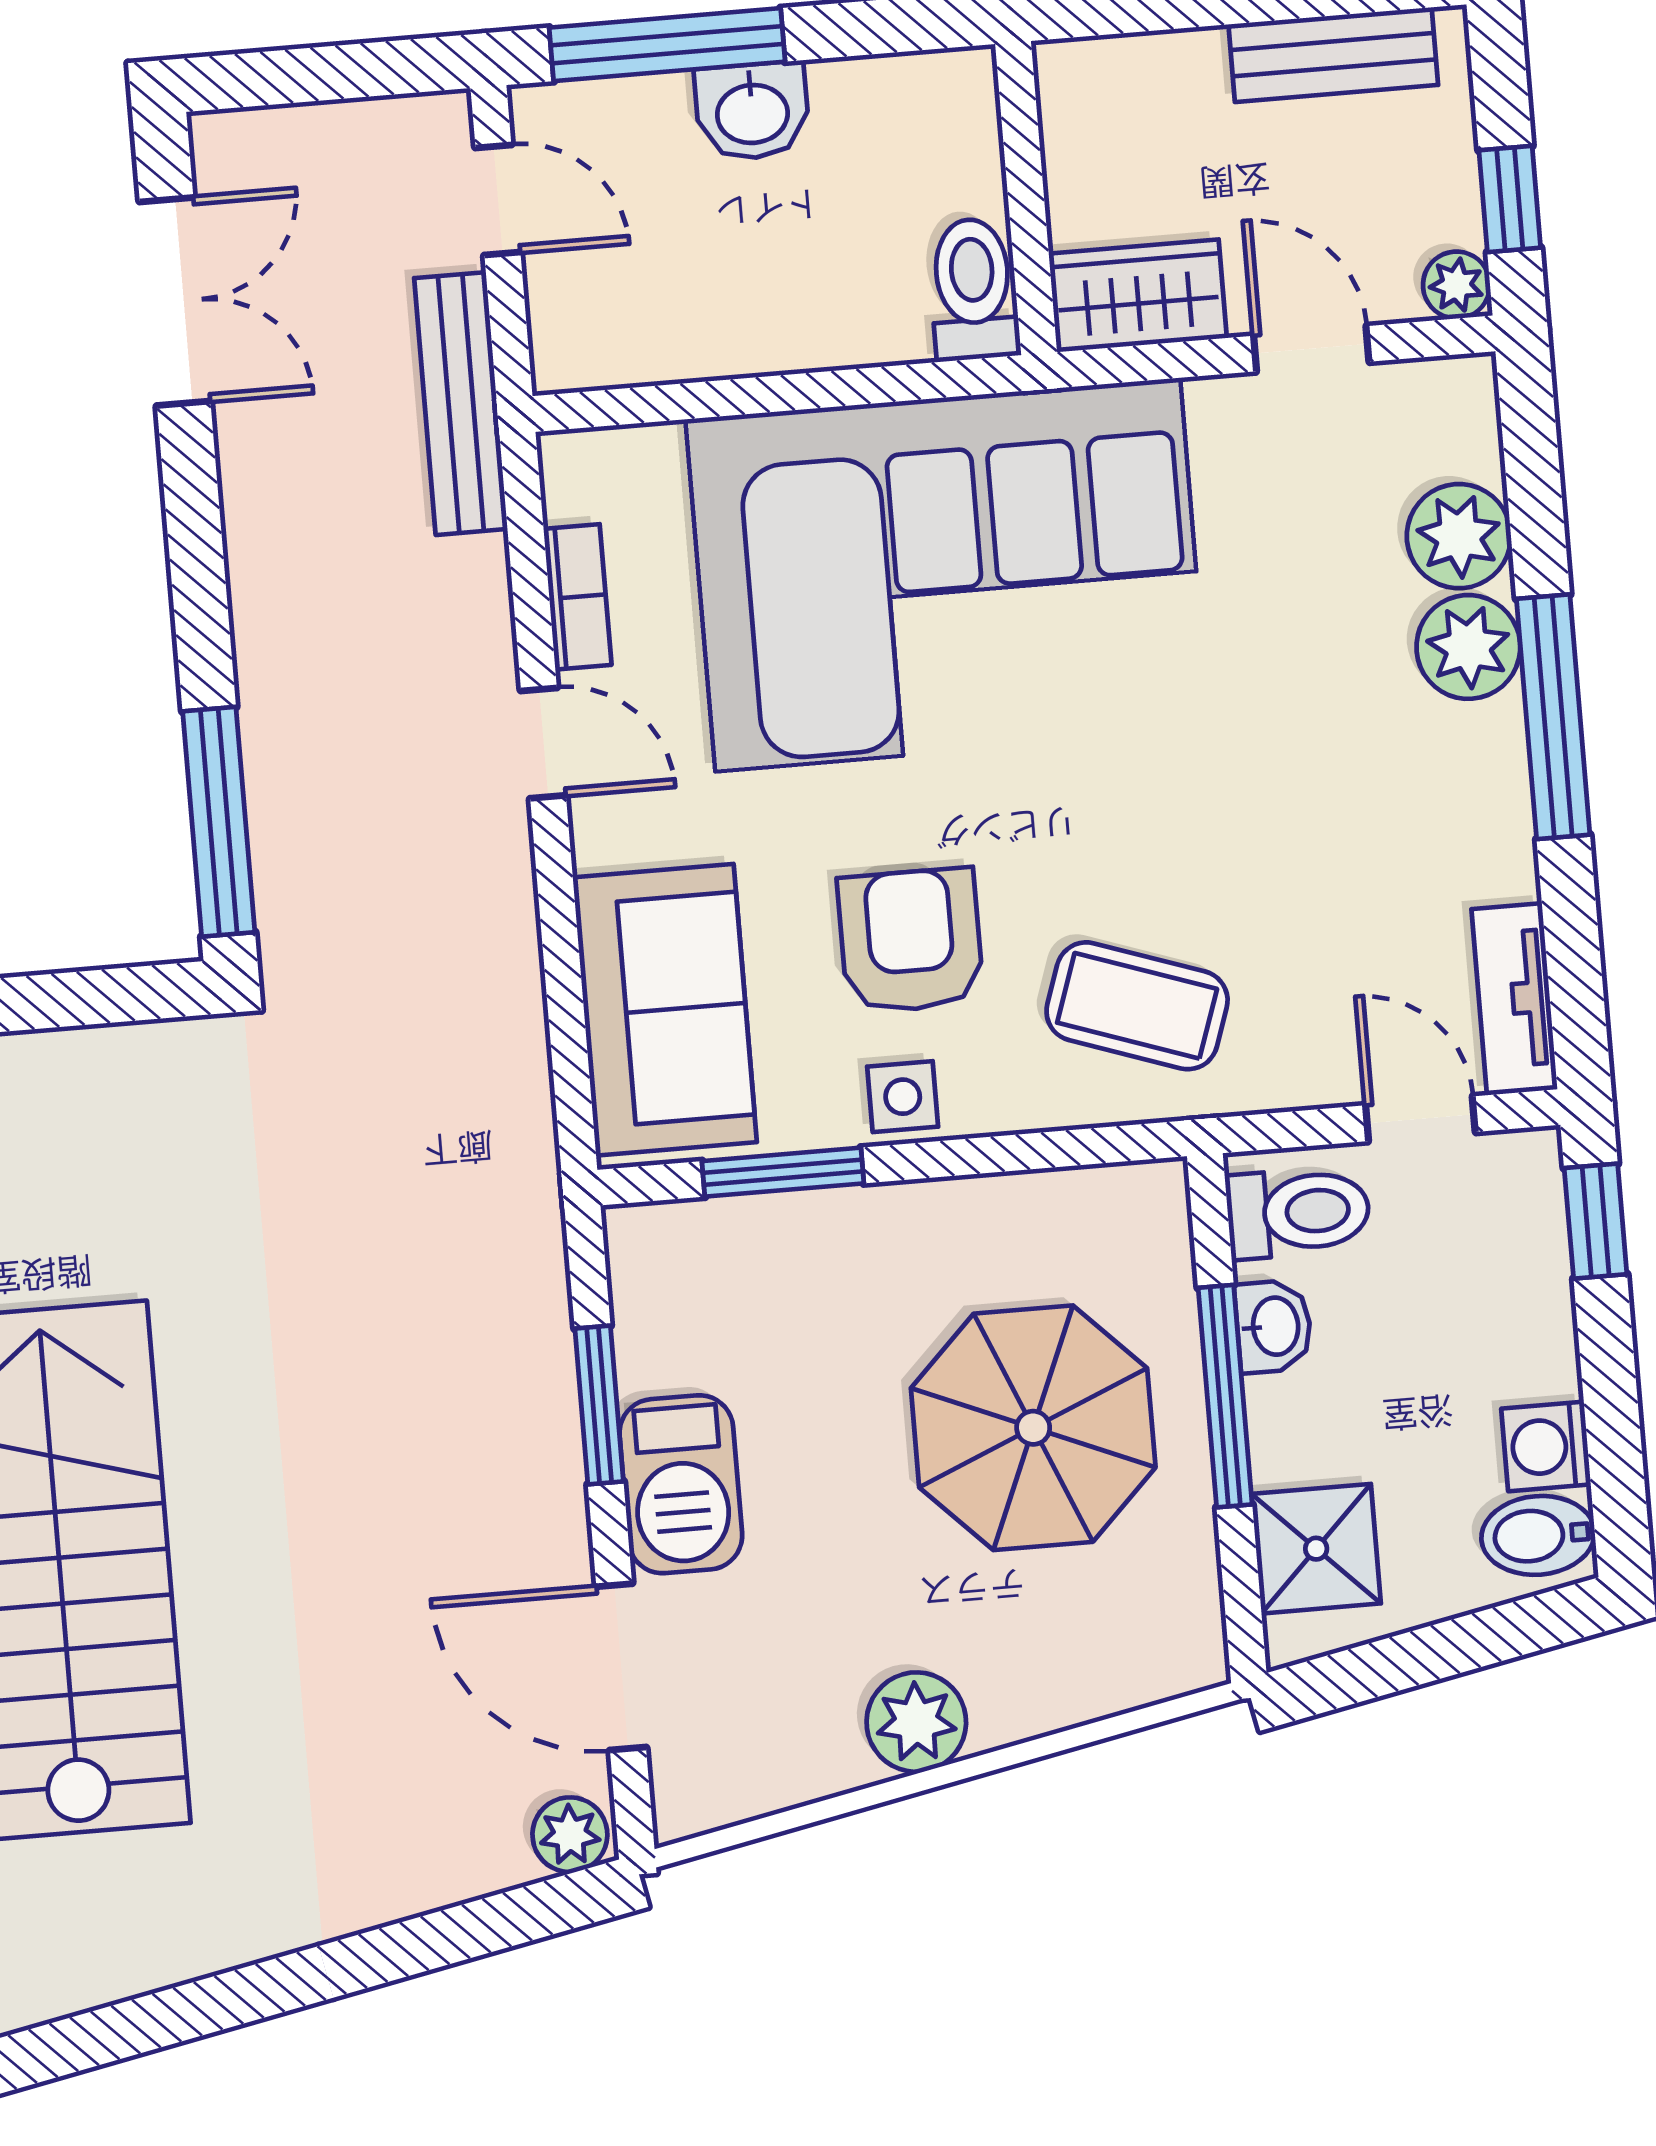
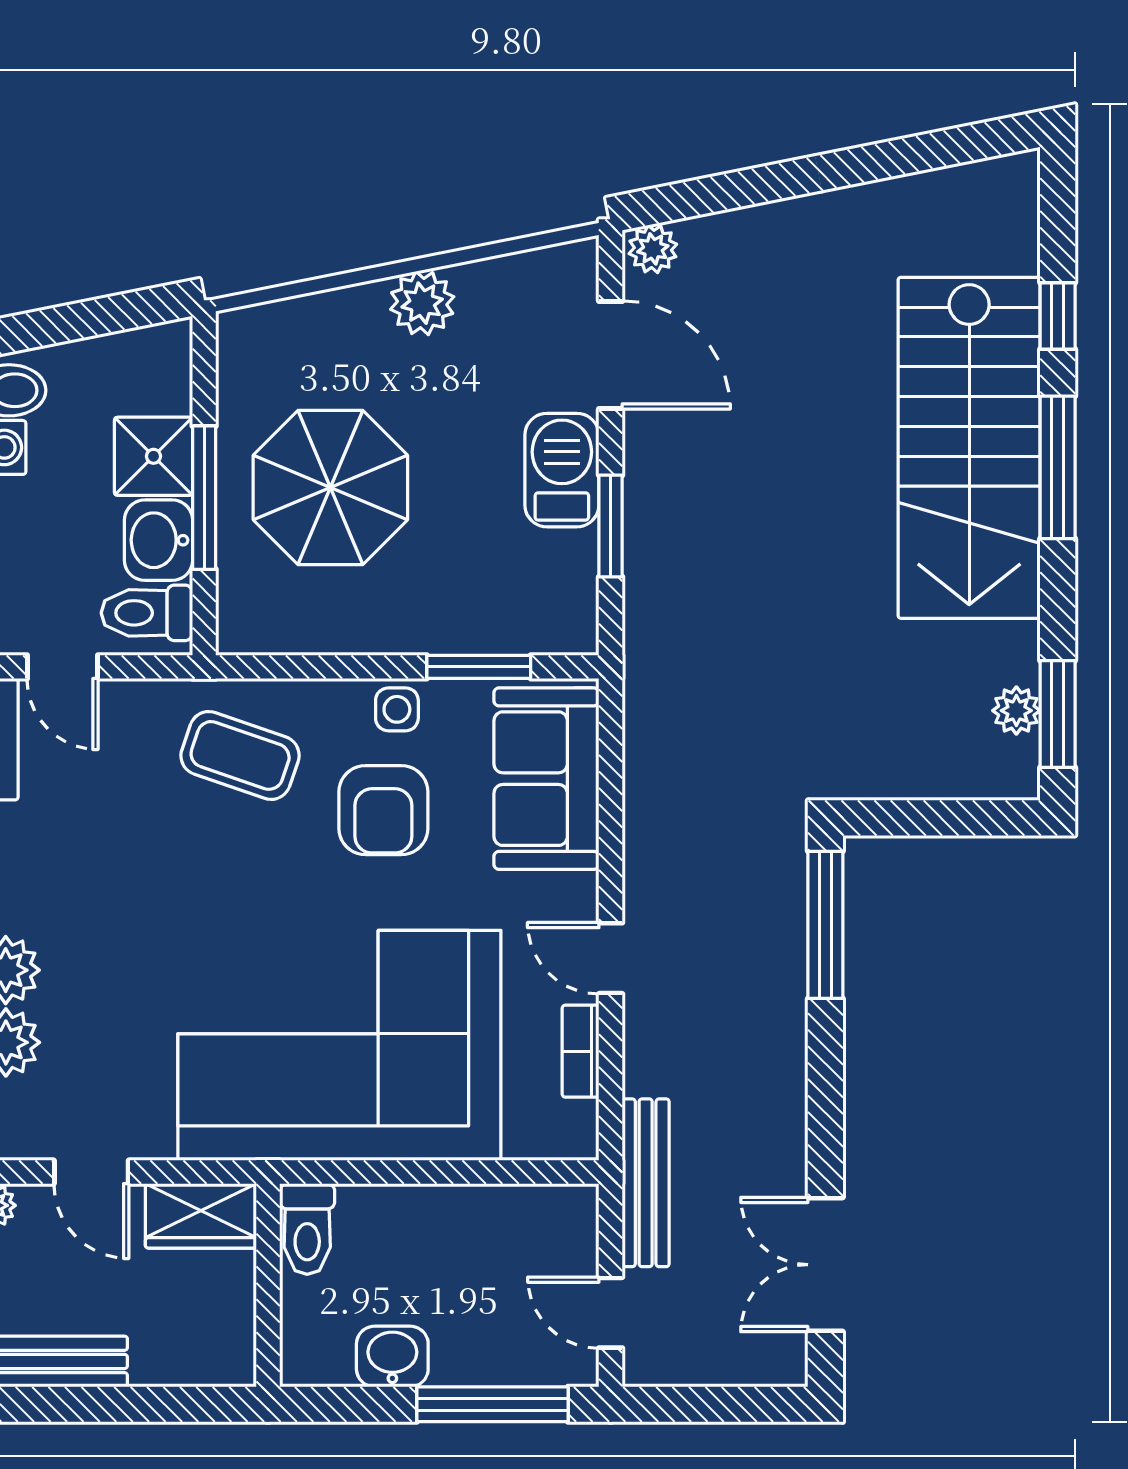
washbasin: (752, 111) -> (392, 1356), moved
washbasin: (1274, 1326) -> (158, 540), width x1.38, depth x1.45
shower: (1316, 1549) -> (153, 456), moved

